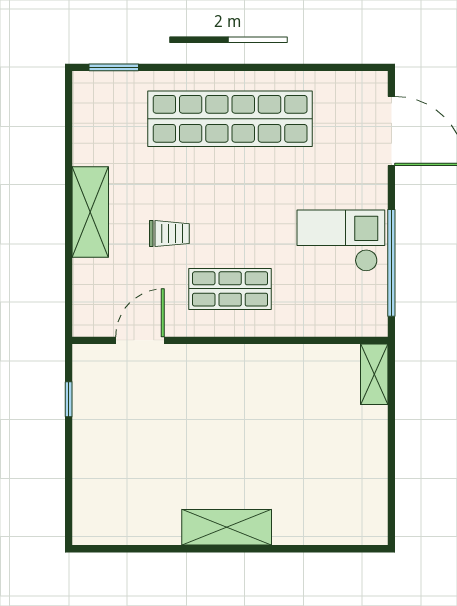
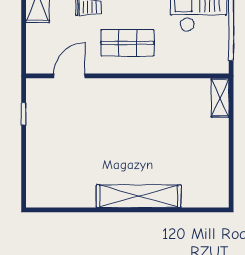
shelving: (227, 527) -> (139, 196), width x1.47

